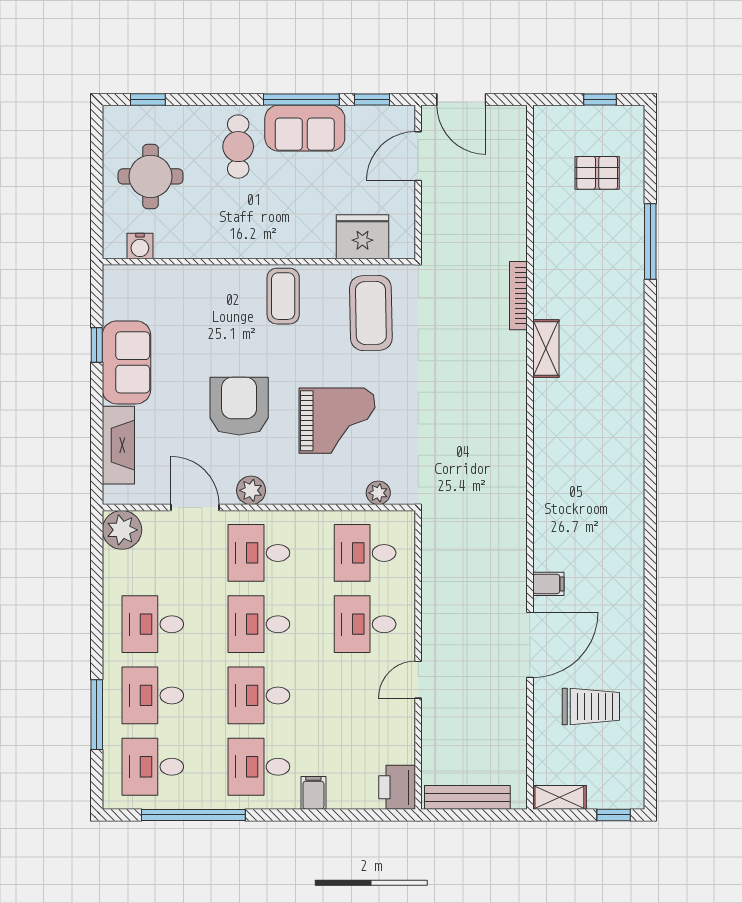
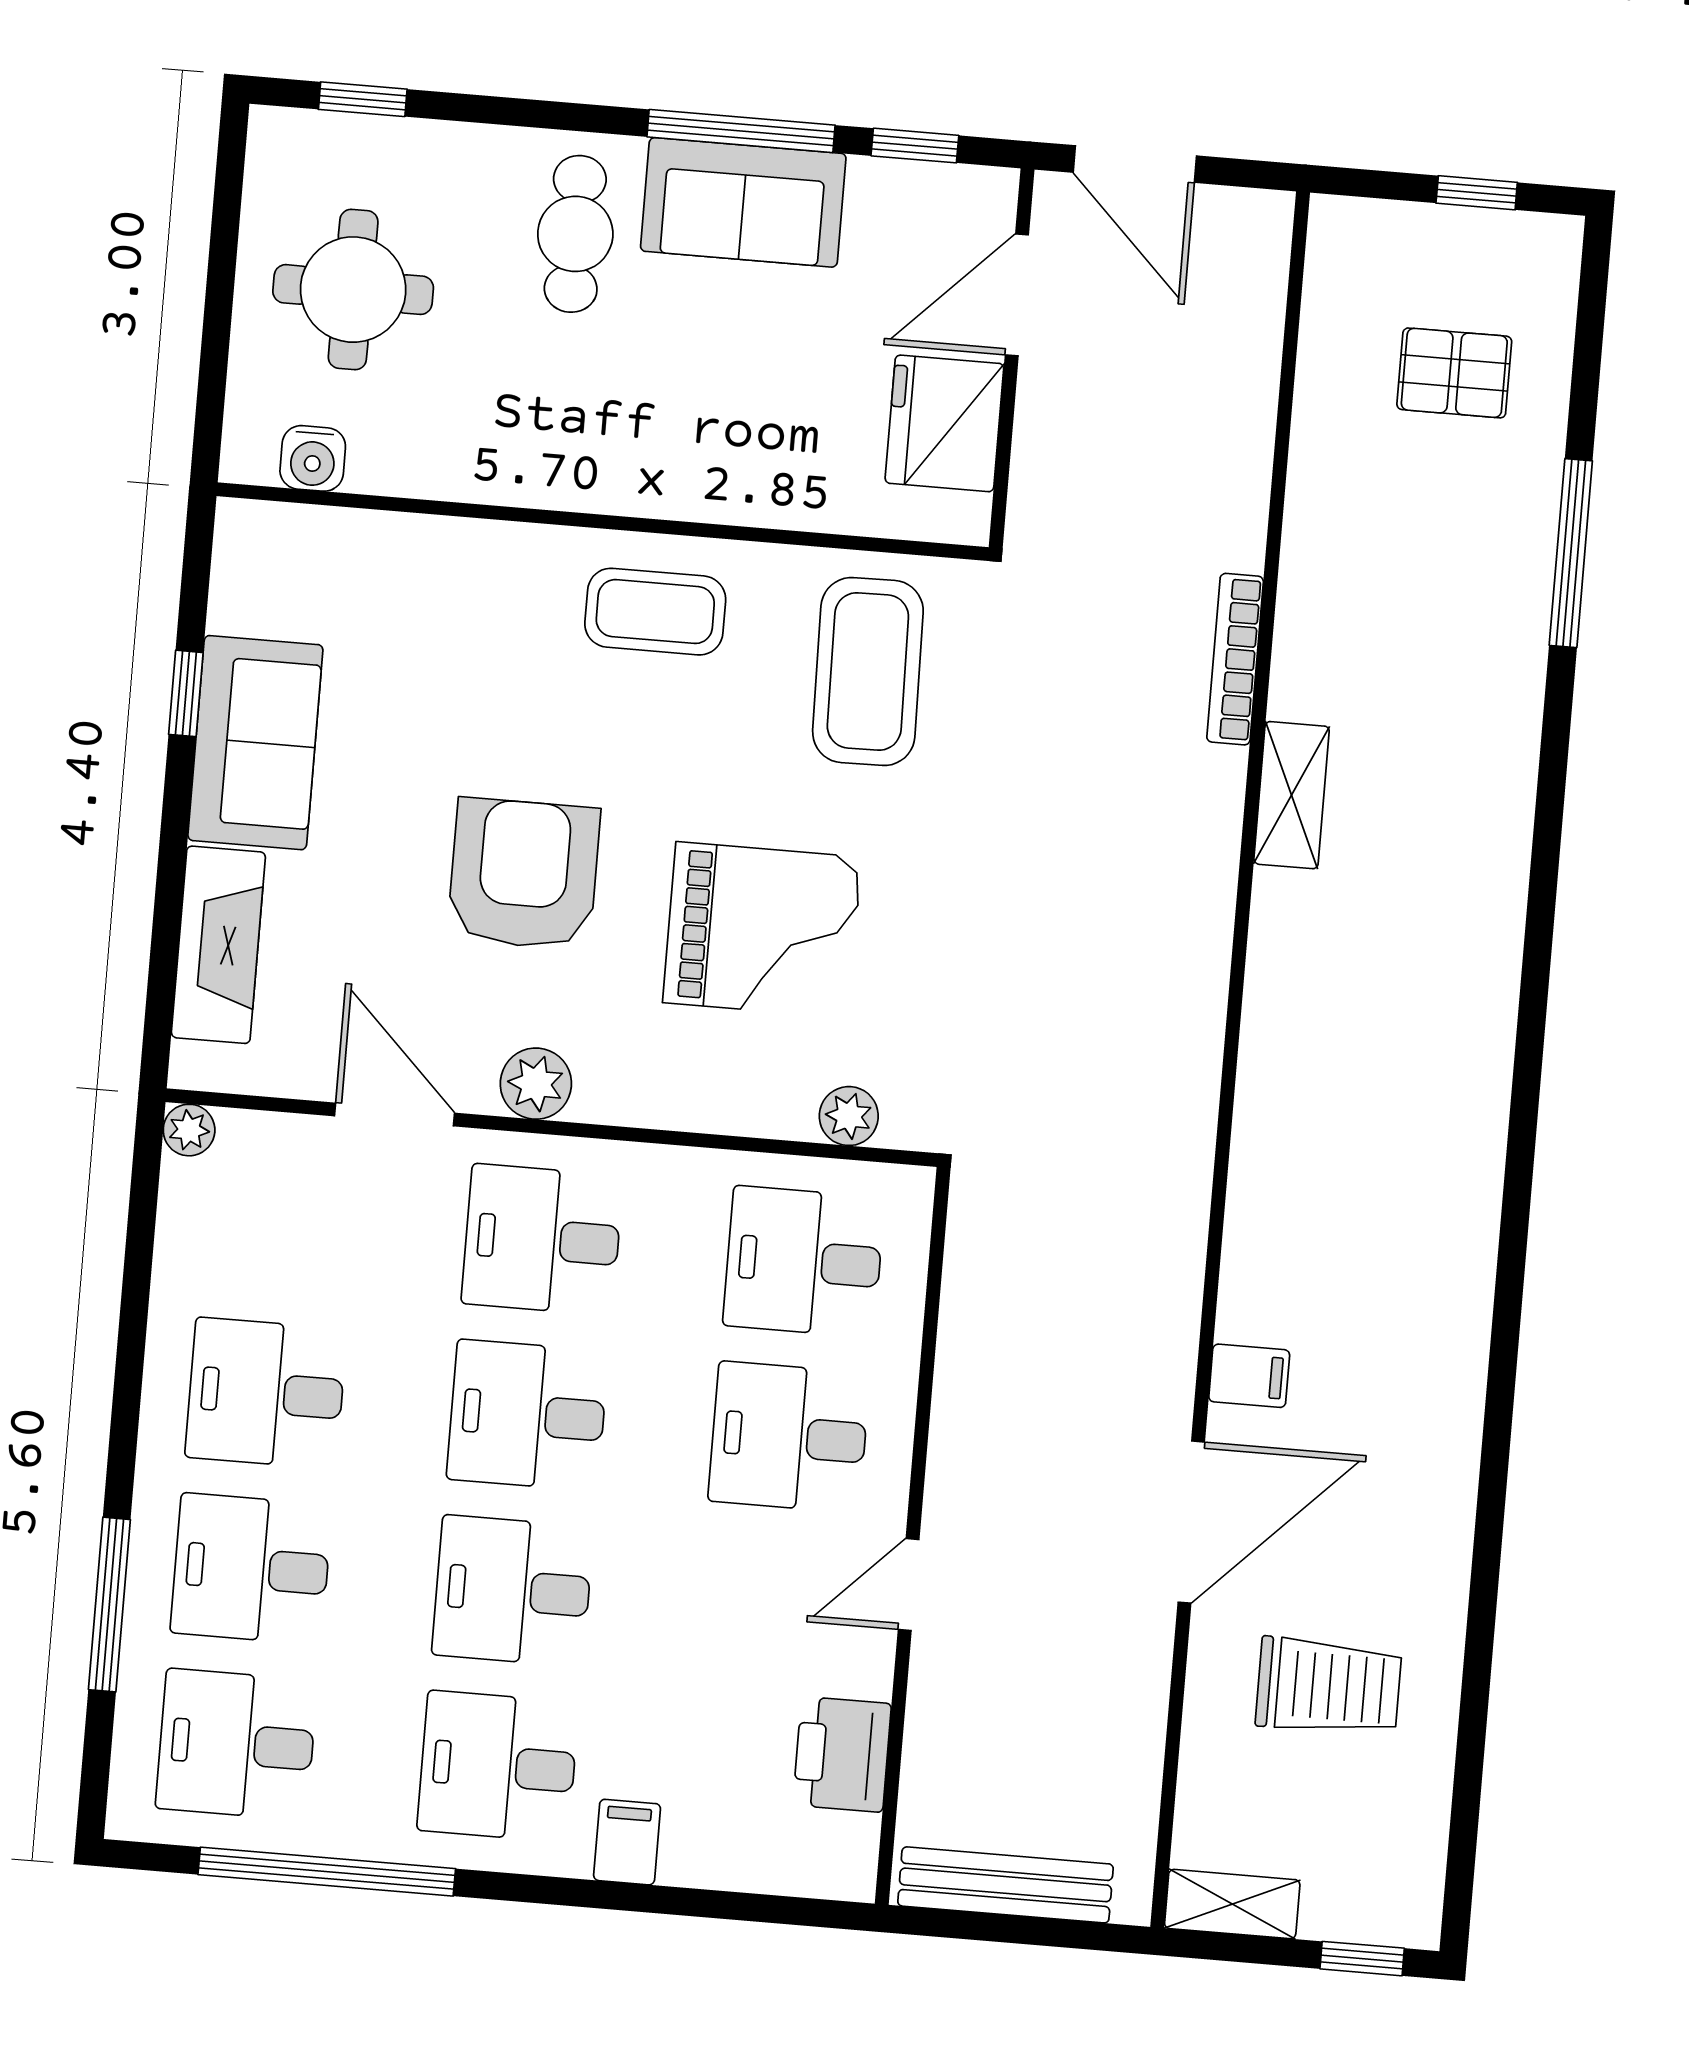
fridge: (362, 237) -> (944, 423), moved, turned -90
coffee table: (283, 296) -> (655, 612), turned 90
plant: (122, 530) -> (189, 1130), width x0.53, depth x0.53
printer: (397, 787) -> (842, 1754), moved

